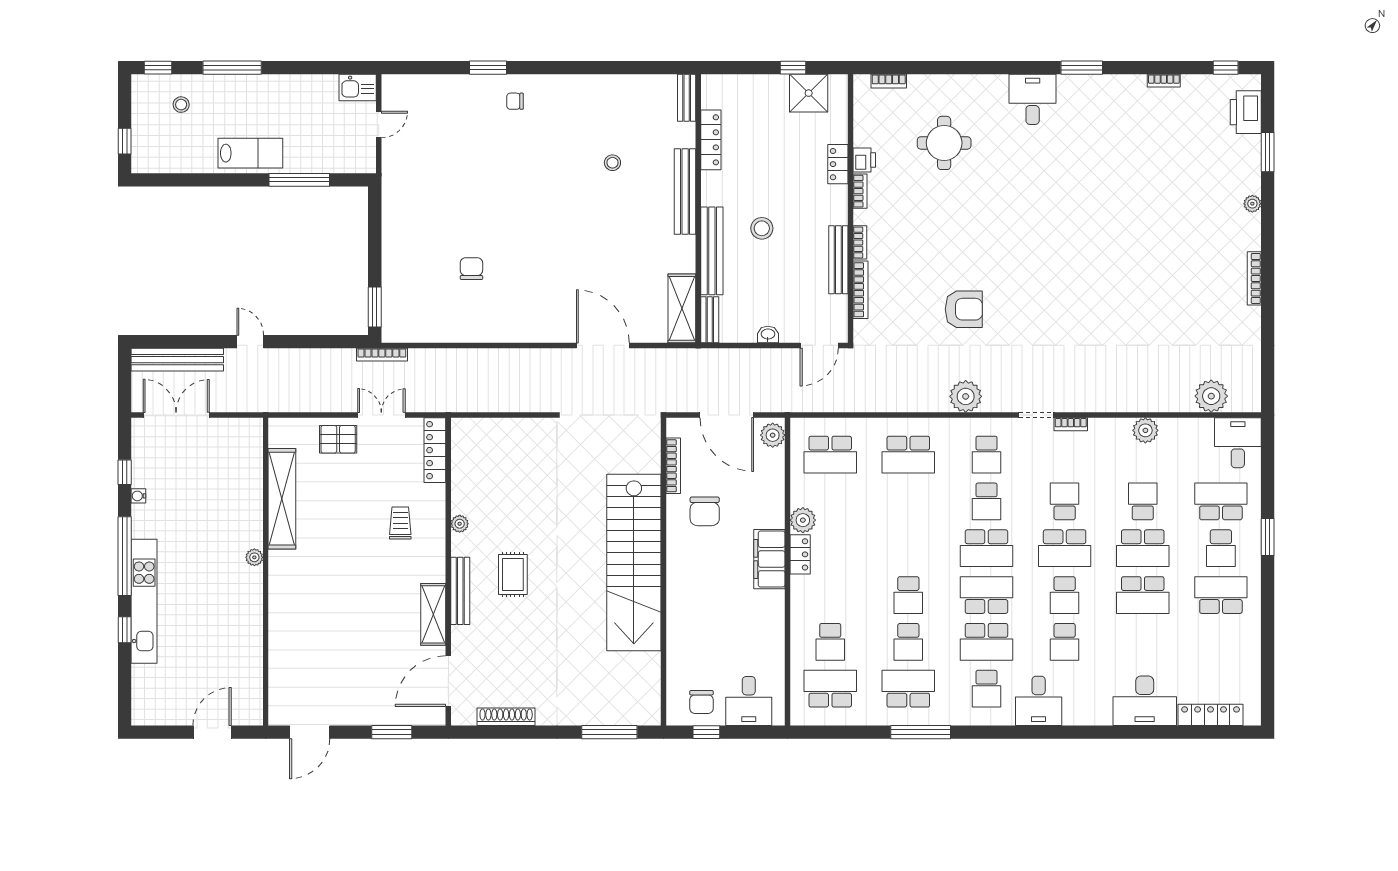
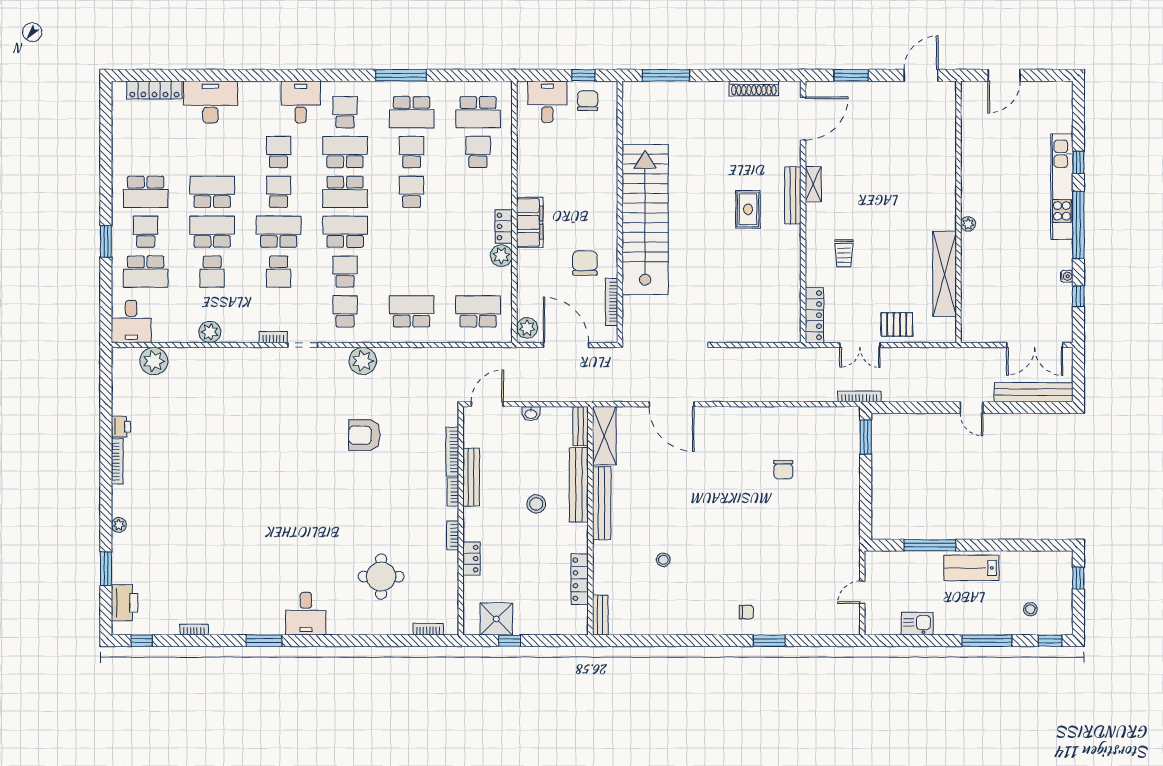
kitchen sink: (358, 88) -> (917, 624), moved
printer: (864, 160) -> (121, 427), moved, turned 180
bench: (685, 192) -> (602, 503), moved
plant: (460, 524) -> (793, 253), removed
shelving: (433, 614) -> (813, 184), width x0.67, depth x0.75

